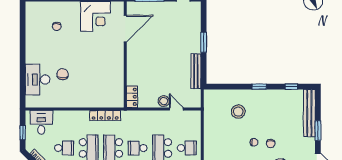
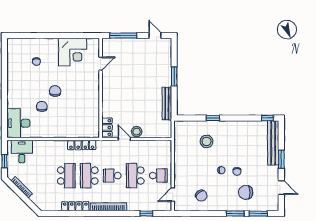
door: (125, 29) -> (101, 64), width x0.53
chair: (77, 58) -> (55, 91), added
desk: (38, 79) -> (18, 123), moved
window: (259, 87) -> (213, 118), moved
window: (291, 87) -> (267, 118), moved
door: (176, 109) -> (124, 139), moved
school desk: (64, 148) -> (43, 176), removed

